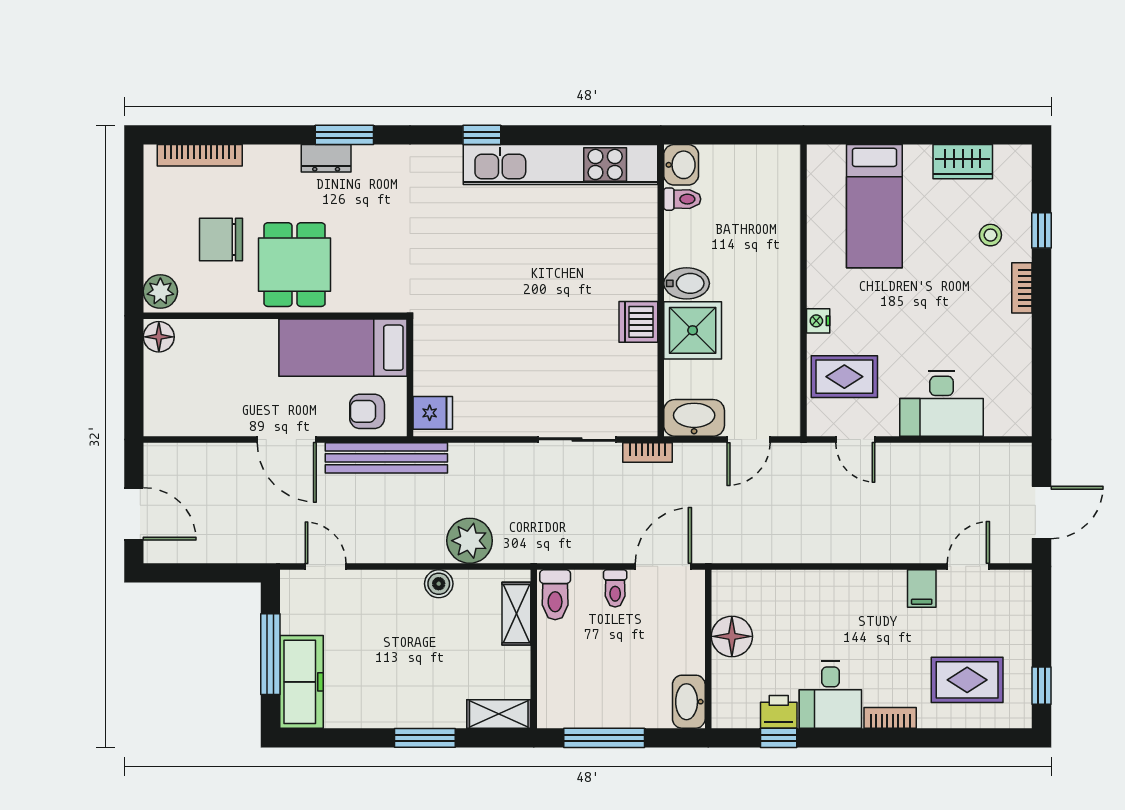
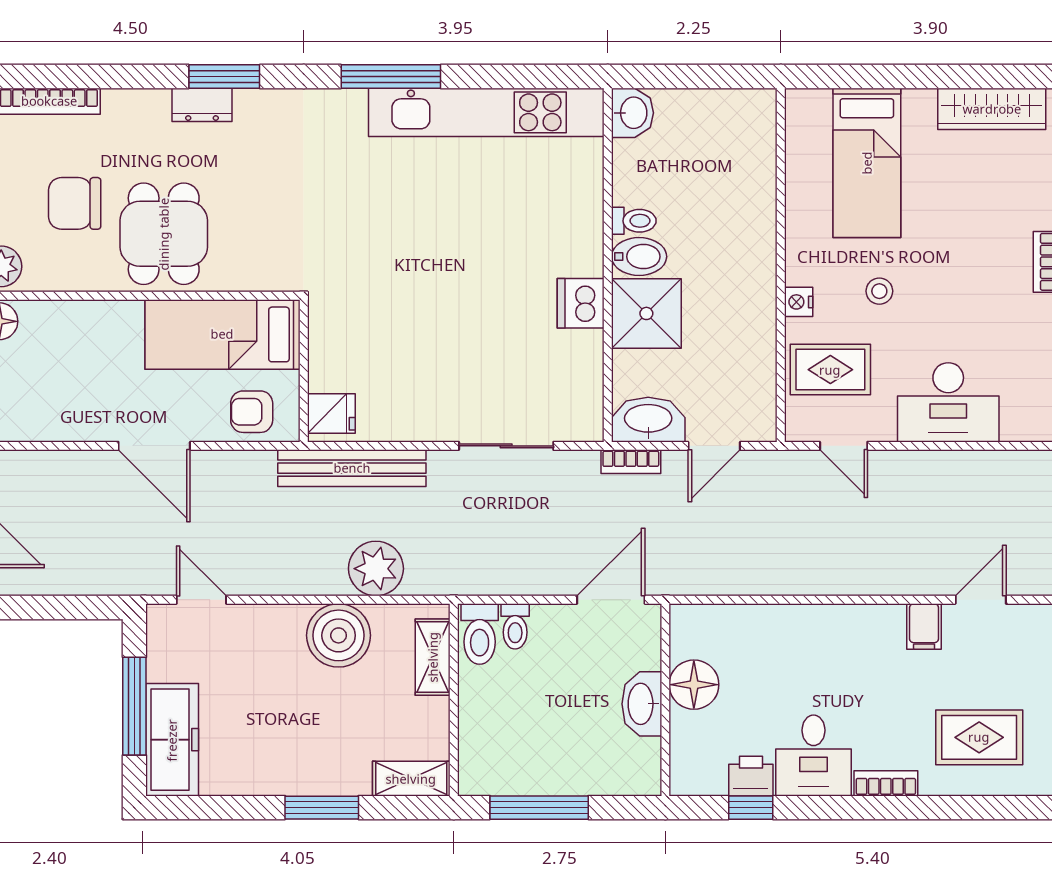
window: (482, 135) -> (391, 76), width x2.17
wardrobe: (963, 162) -> (992, 109), width x1.50
toilet: (682, 199) -> (634, 221), moved
stool: (990, 235) -> (879, 291), moved
bookcase: (648, 453) -> (631, 462), moved
bench: (386, 458) -> (352, 468), moved
boiler: (439, 584) -> (339, 635), width x1.86, depth x1.86
toilet: (615, 588) -> (515, 626), moved
washbasin: (689, 702) -> (642, 704), moved

